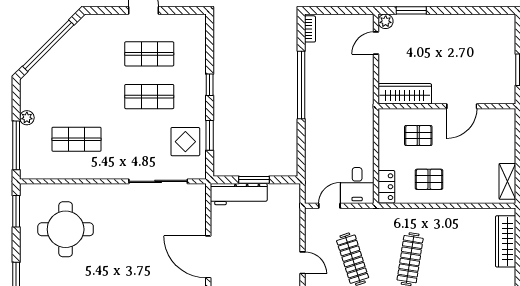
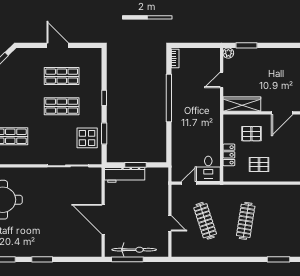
door: (376, 43) -> (222, 80), moved
locker: (386, 187) -> (229, 155), moved

